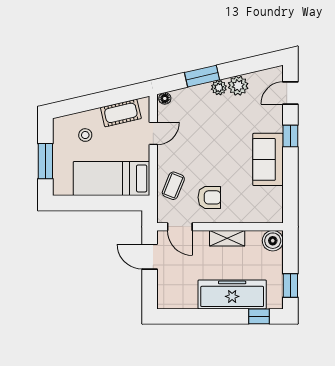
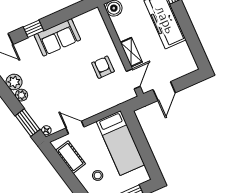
window: (202, 76) -> (28, 123), moved
coffee table: (173, 186) -> (106, 97), removed
shelving: (227, 238) -> (131, 52), moved

